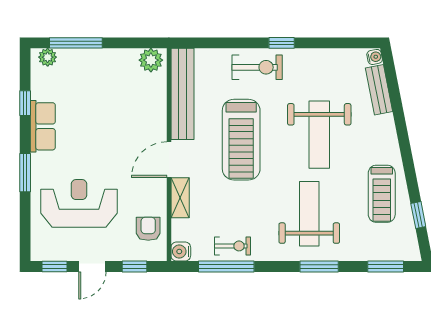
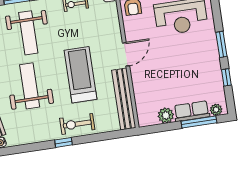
plant: (151, 60) -> (166, 115), moved
row of seats: (43, 126) -> (192, 111), moved, turned 90
window: (25, 173) -> (221, 44), moved
shelving: (180, 198) -> (115, 30), removed

